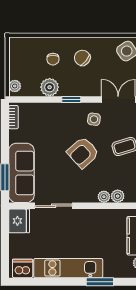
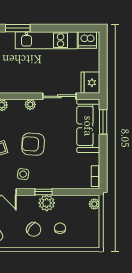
plant: (50, 87) -> (47, 203), moved
armchair: (83, 153) -> (33, 144), turned -134
plant: (104, 197) -> (30, 104), moved

